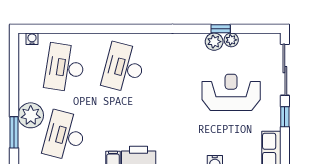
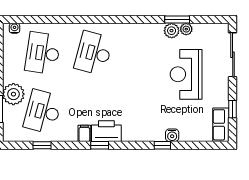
window: (221, 29) -> (177, 20), width x1.50
reception desk: (231, 92) -> (186, 74), turned -90
window: (285, 117) -> (233, 109), moved

